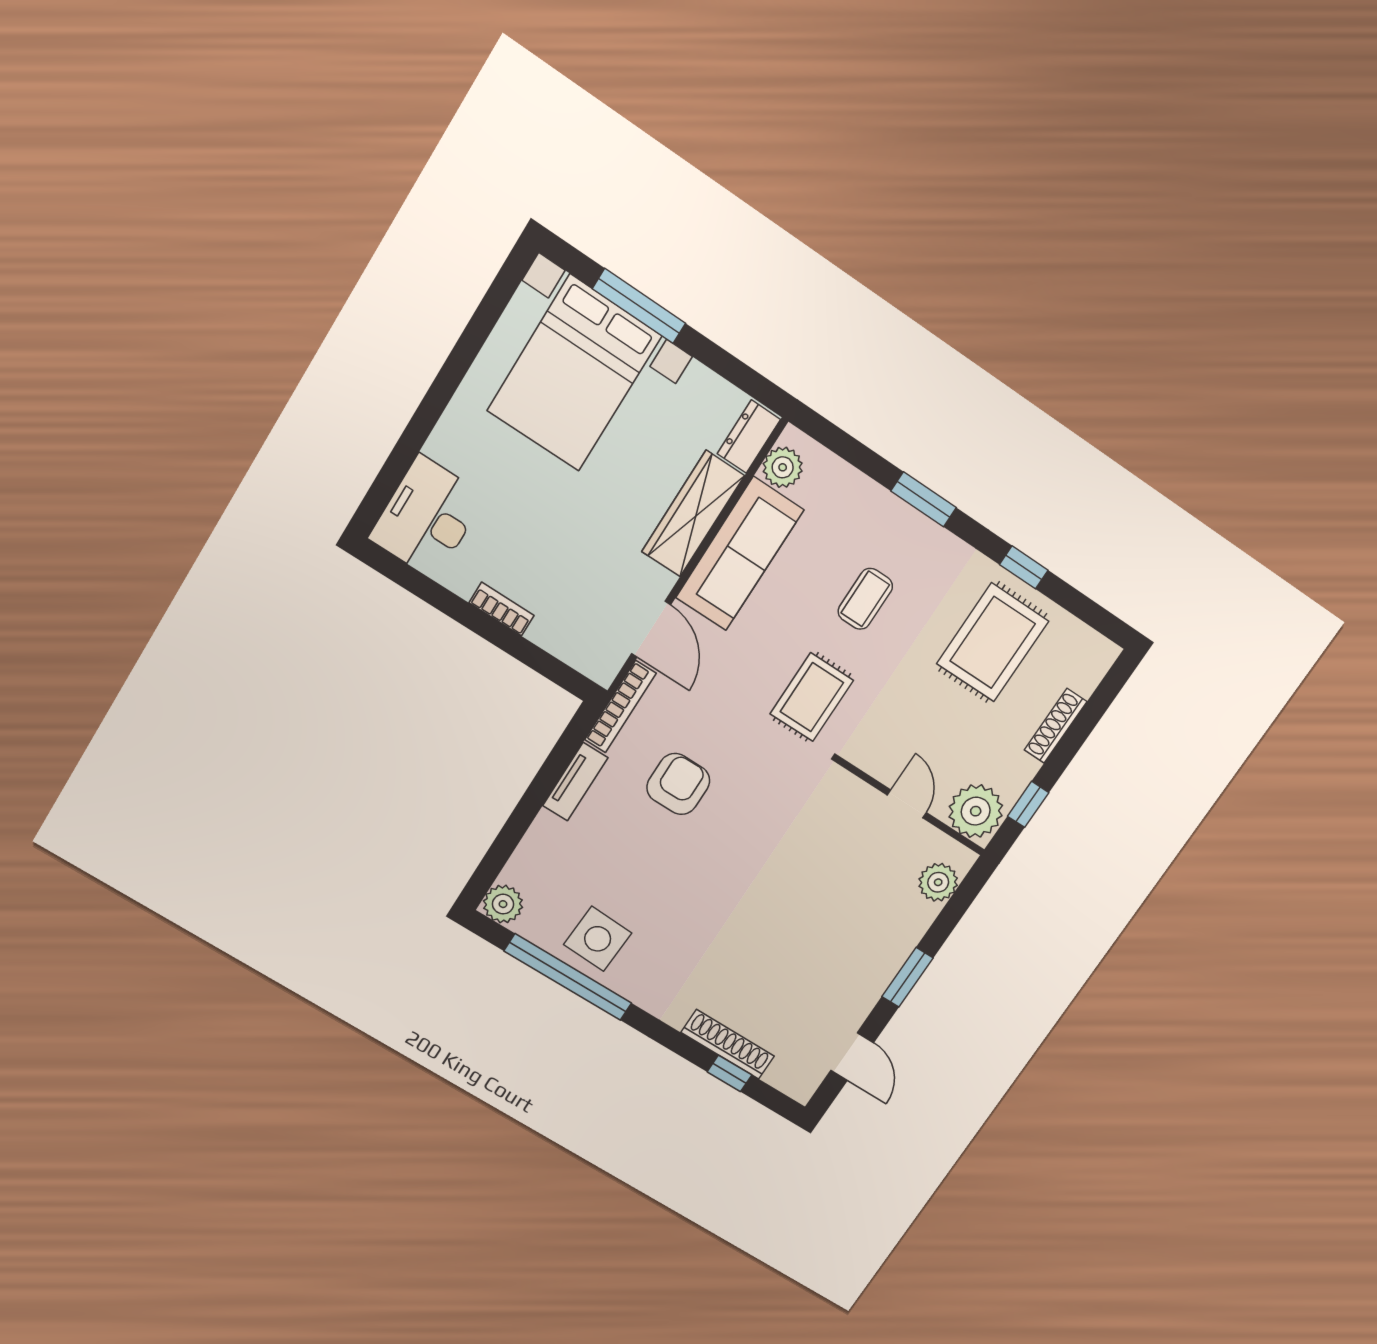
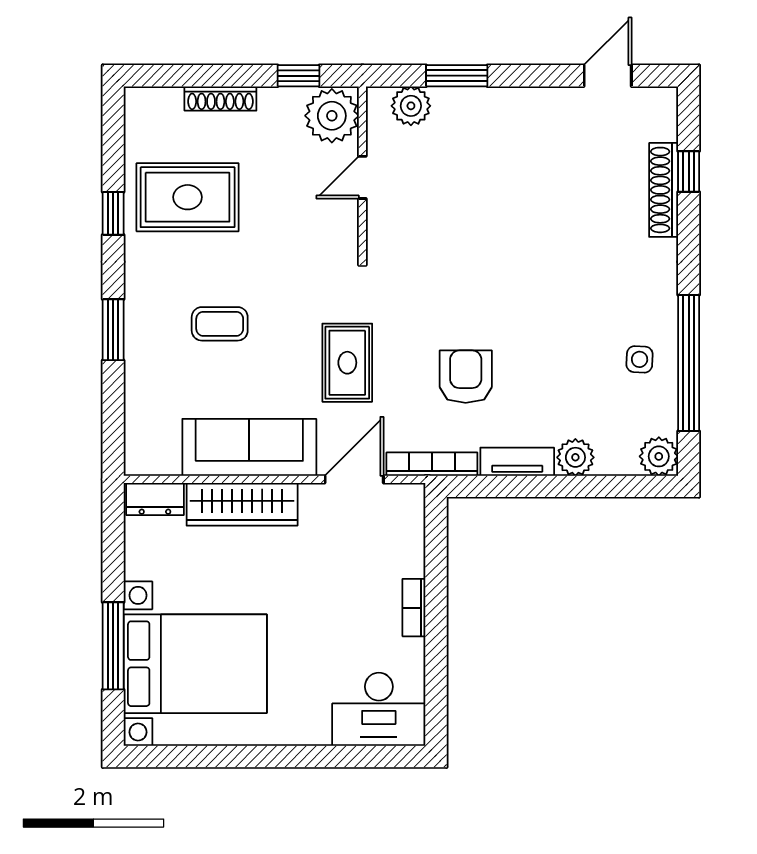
plant: (783, 467) -> (575, 457), moved
rug: (812, 697) -> (347, 363), moved, turned 90
armchair: (678, 784) -> (466, 377), turned 90
side table: (598, 939) -> (640, 359), width x0.54, depth x0.54
window: (907, 977) -> (457, 76), moved

